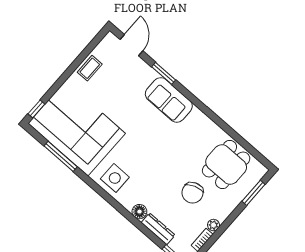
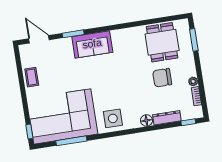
chair: (192, 193) -> (162, 78), turned 109

